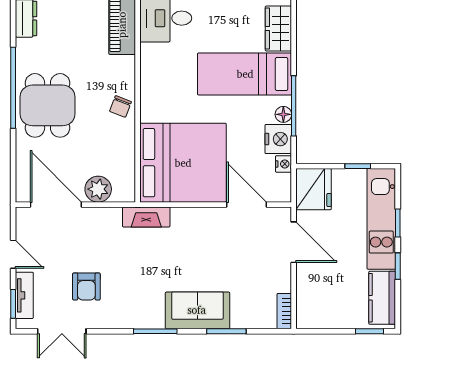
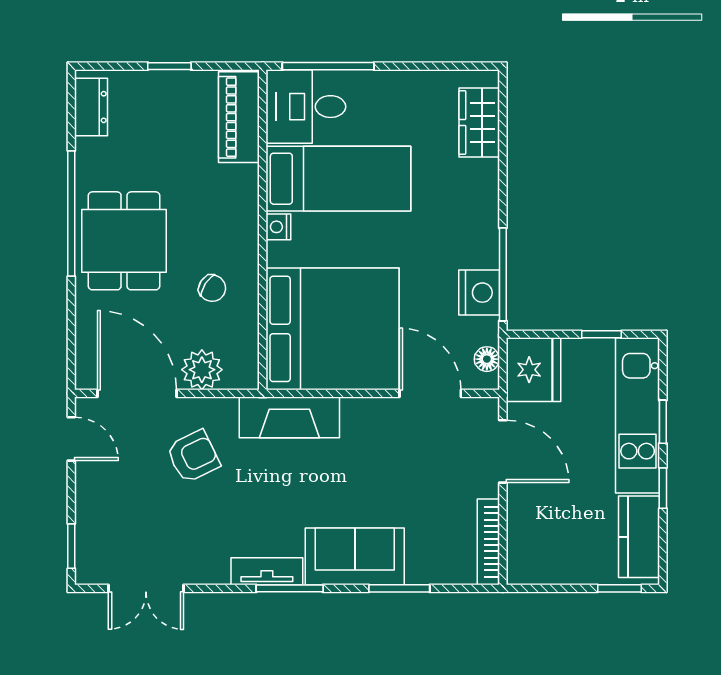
bed: (245, 74) -> (338, 179), moved, turned 180
window: (294, 106) -> (503, 274), moved
chair: (120, 107) -> (212, 288), moved, turned -78
floor lamp: (283, 114) -> (487, 359), moved
nightstand: (283, 164) -> (278, 227), moved, turned 180
fireplace: (146, 217) -> (289, 417), width x1.37, depth x1.32
door: (13, 254) -> (71, 439), moved
armchair: (86, 287) -> (193, 456), moved, turned -116
tv unit: (24, 295) -> (267, 571), moved, turned -90
bookcase: (284, 311) -> (488, 542), width x1.56

